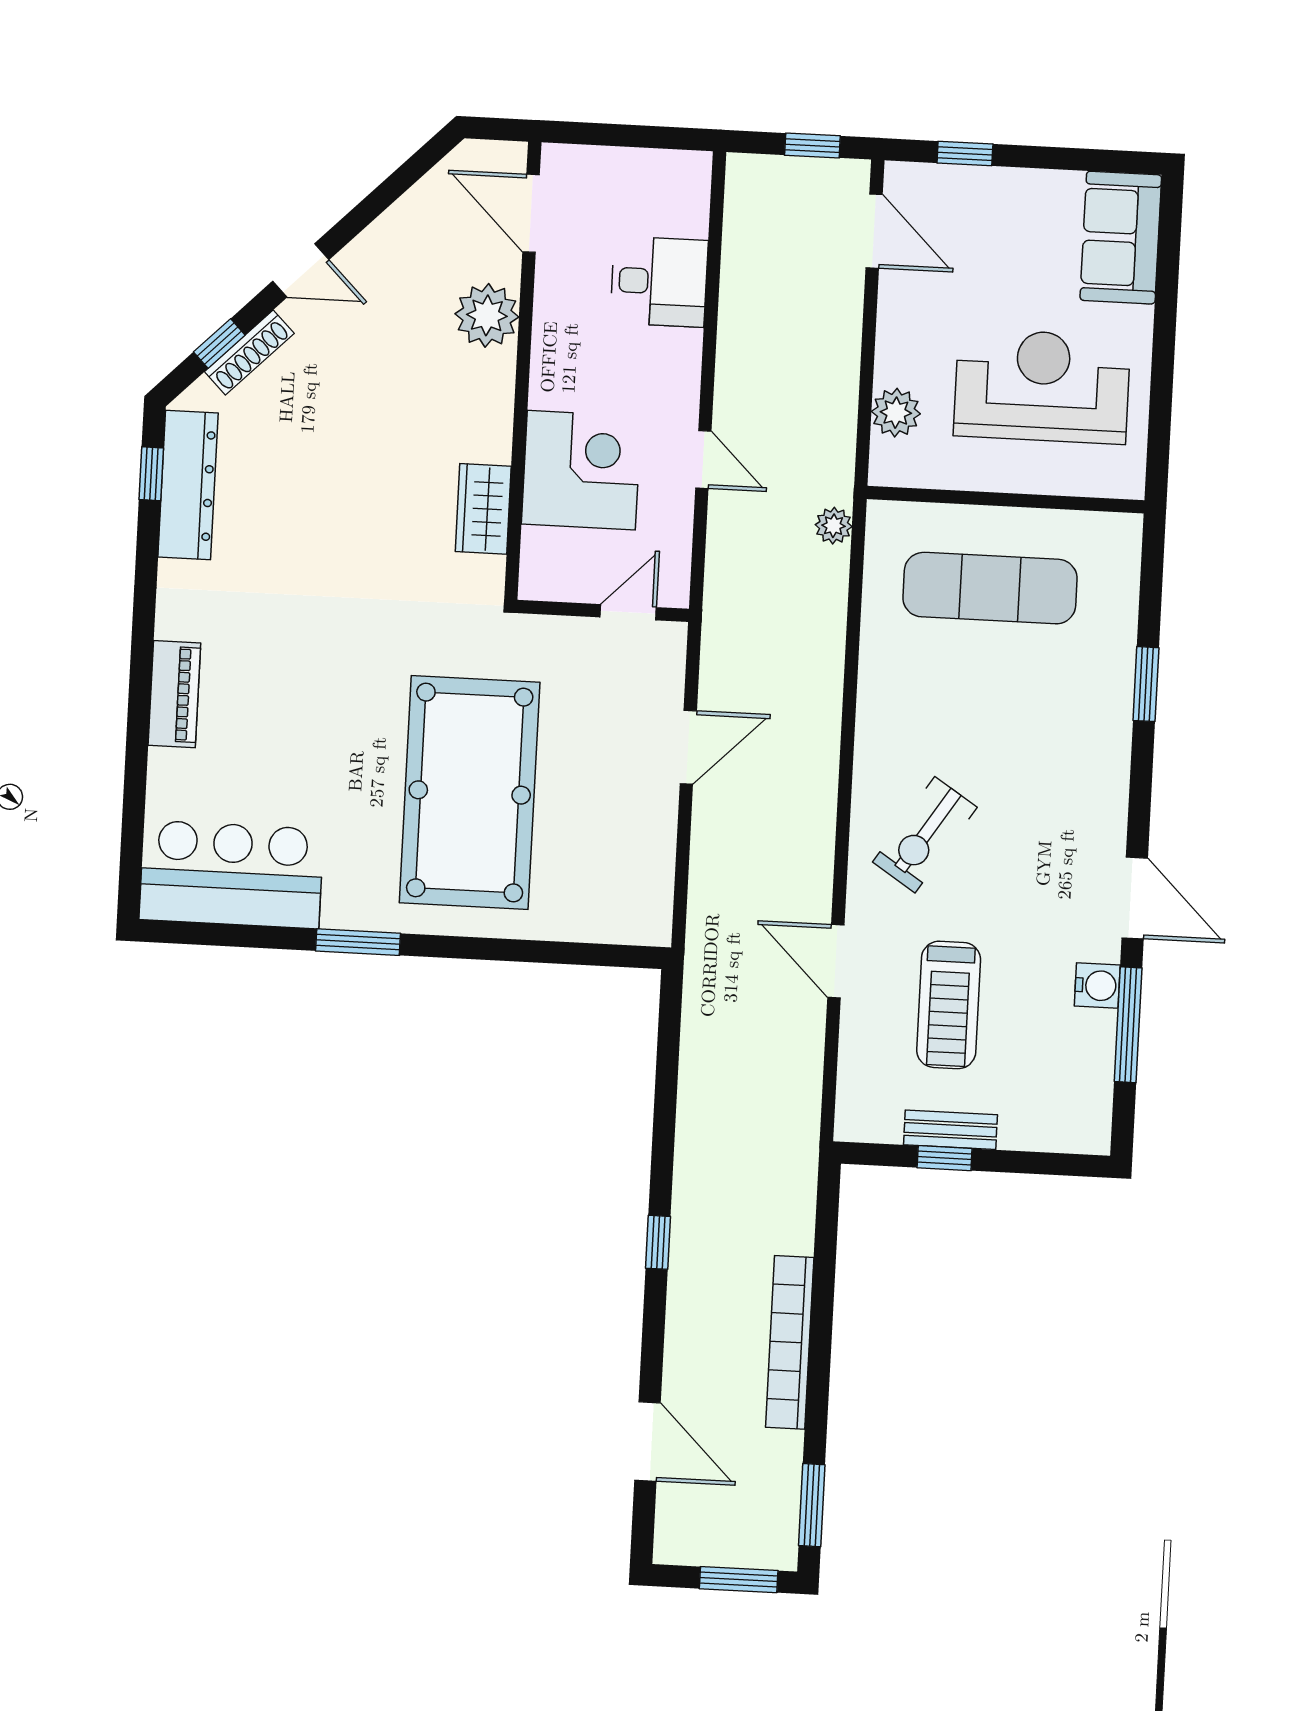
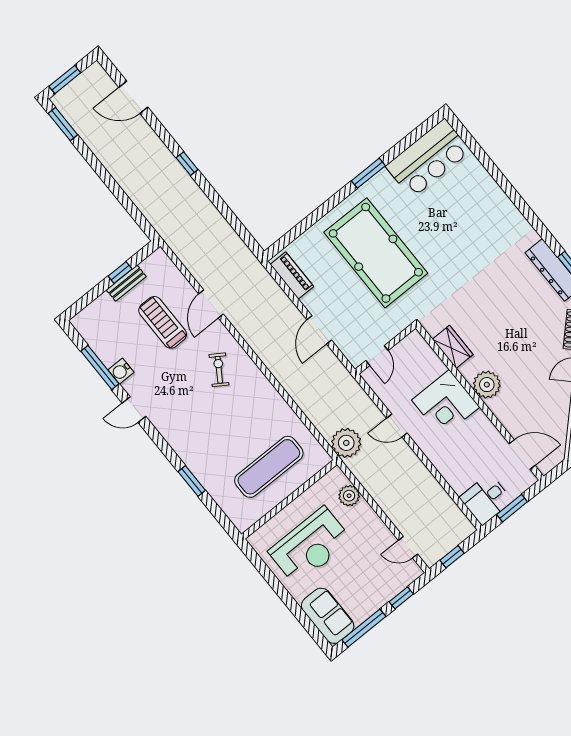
window: (632, 136) -> (512, 508), added
window: (1077, 159) -> (364, 628), added
door: (874, 231) -> (408, 547), width x0.73
desk: (659, 282) -> (486, 499), moved
plant: (487, 315) -> (487, 385), moved
corner desk: (581, 470) -> (446, 403), moved
plant: (834, 526) -> (346, 443), width x1.88, depth x1.88
piano: (174, 694) -> (292, 276), moved, turned 180
exercise bike: (925, 835) -> (219, 370), width x0.73, depth x0.72
door: (1135, 898) -> (134, 410), width x0.73
door: (836, 961) -> (211, 304), swing flipped
bookcase: (790, 1342) -> (117, 170), removed

